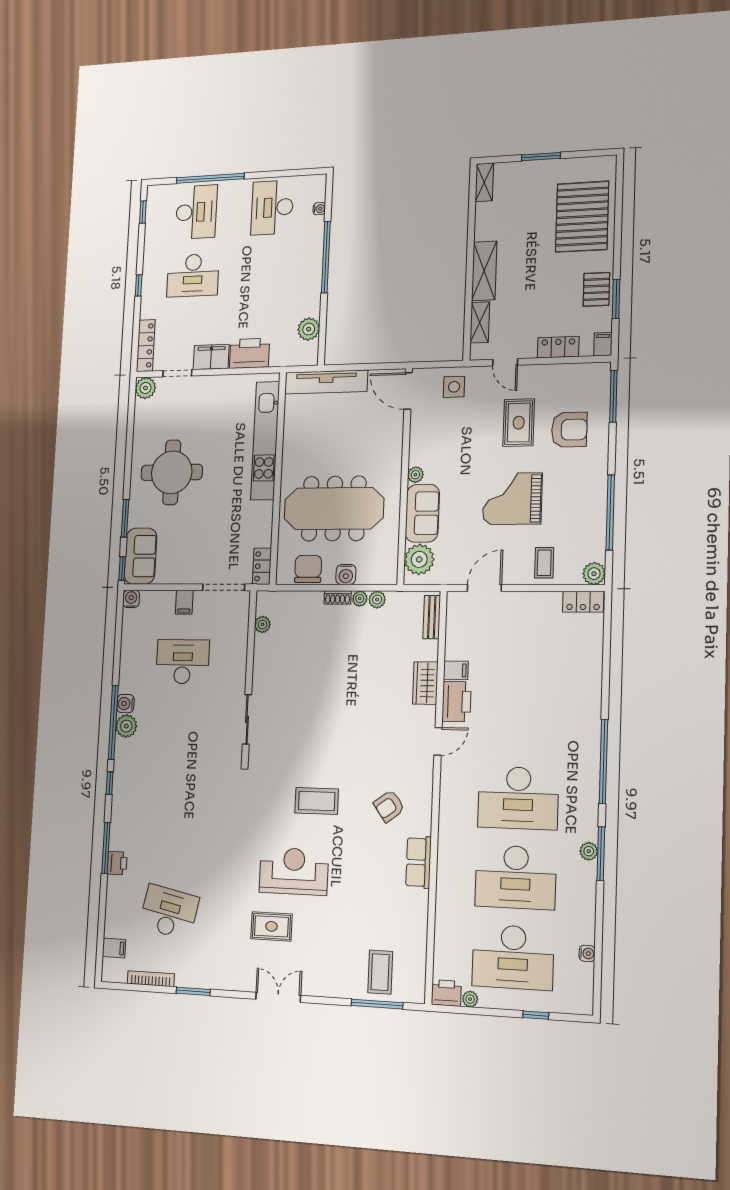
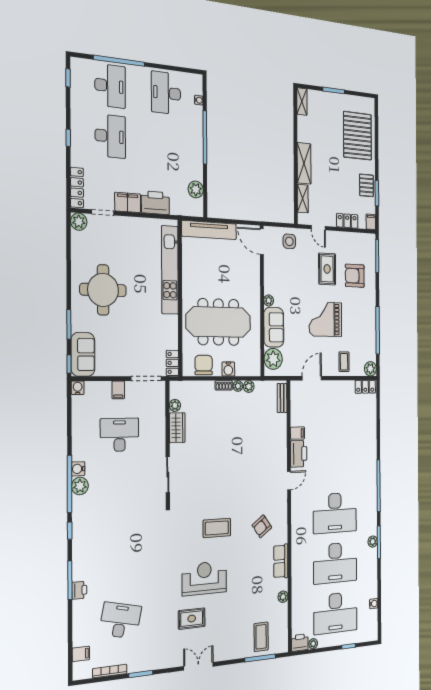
desk: (193, 275) -> (110, 136), turned -90
armchair: (569, 430) -> (355, 276), turned 180
wardrobe: (425, 683) -> (177, 428), moved, turned 180
plant: (420, 917) -> (283, 597), added

